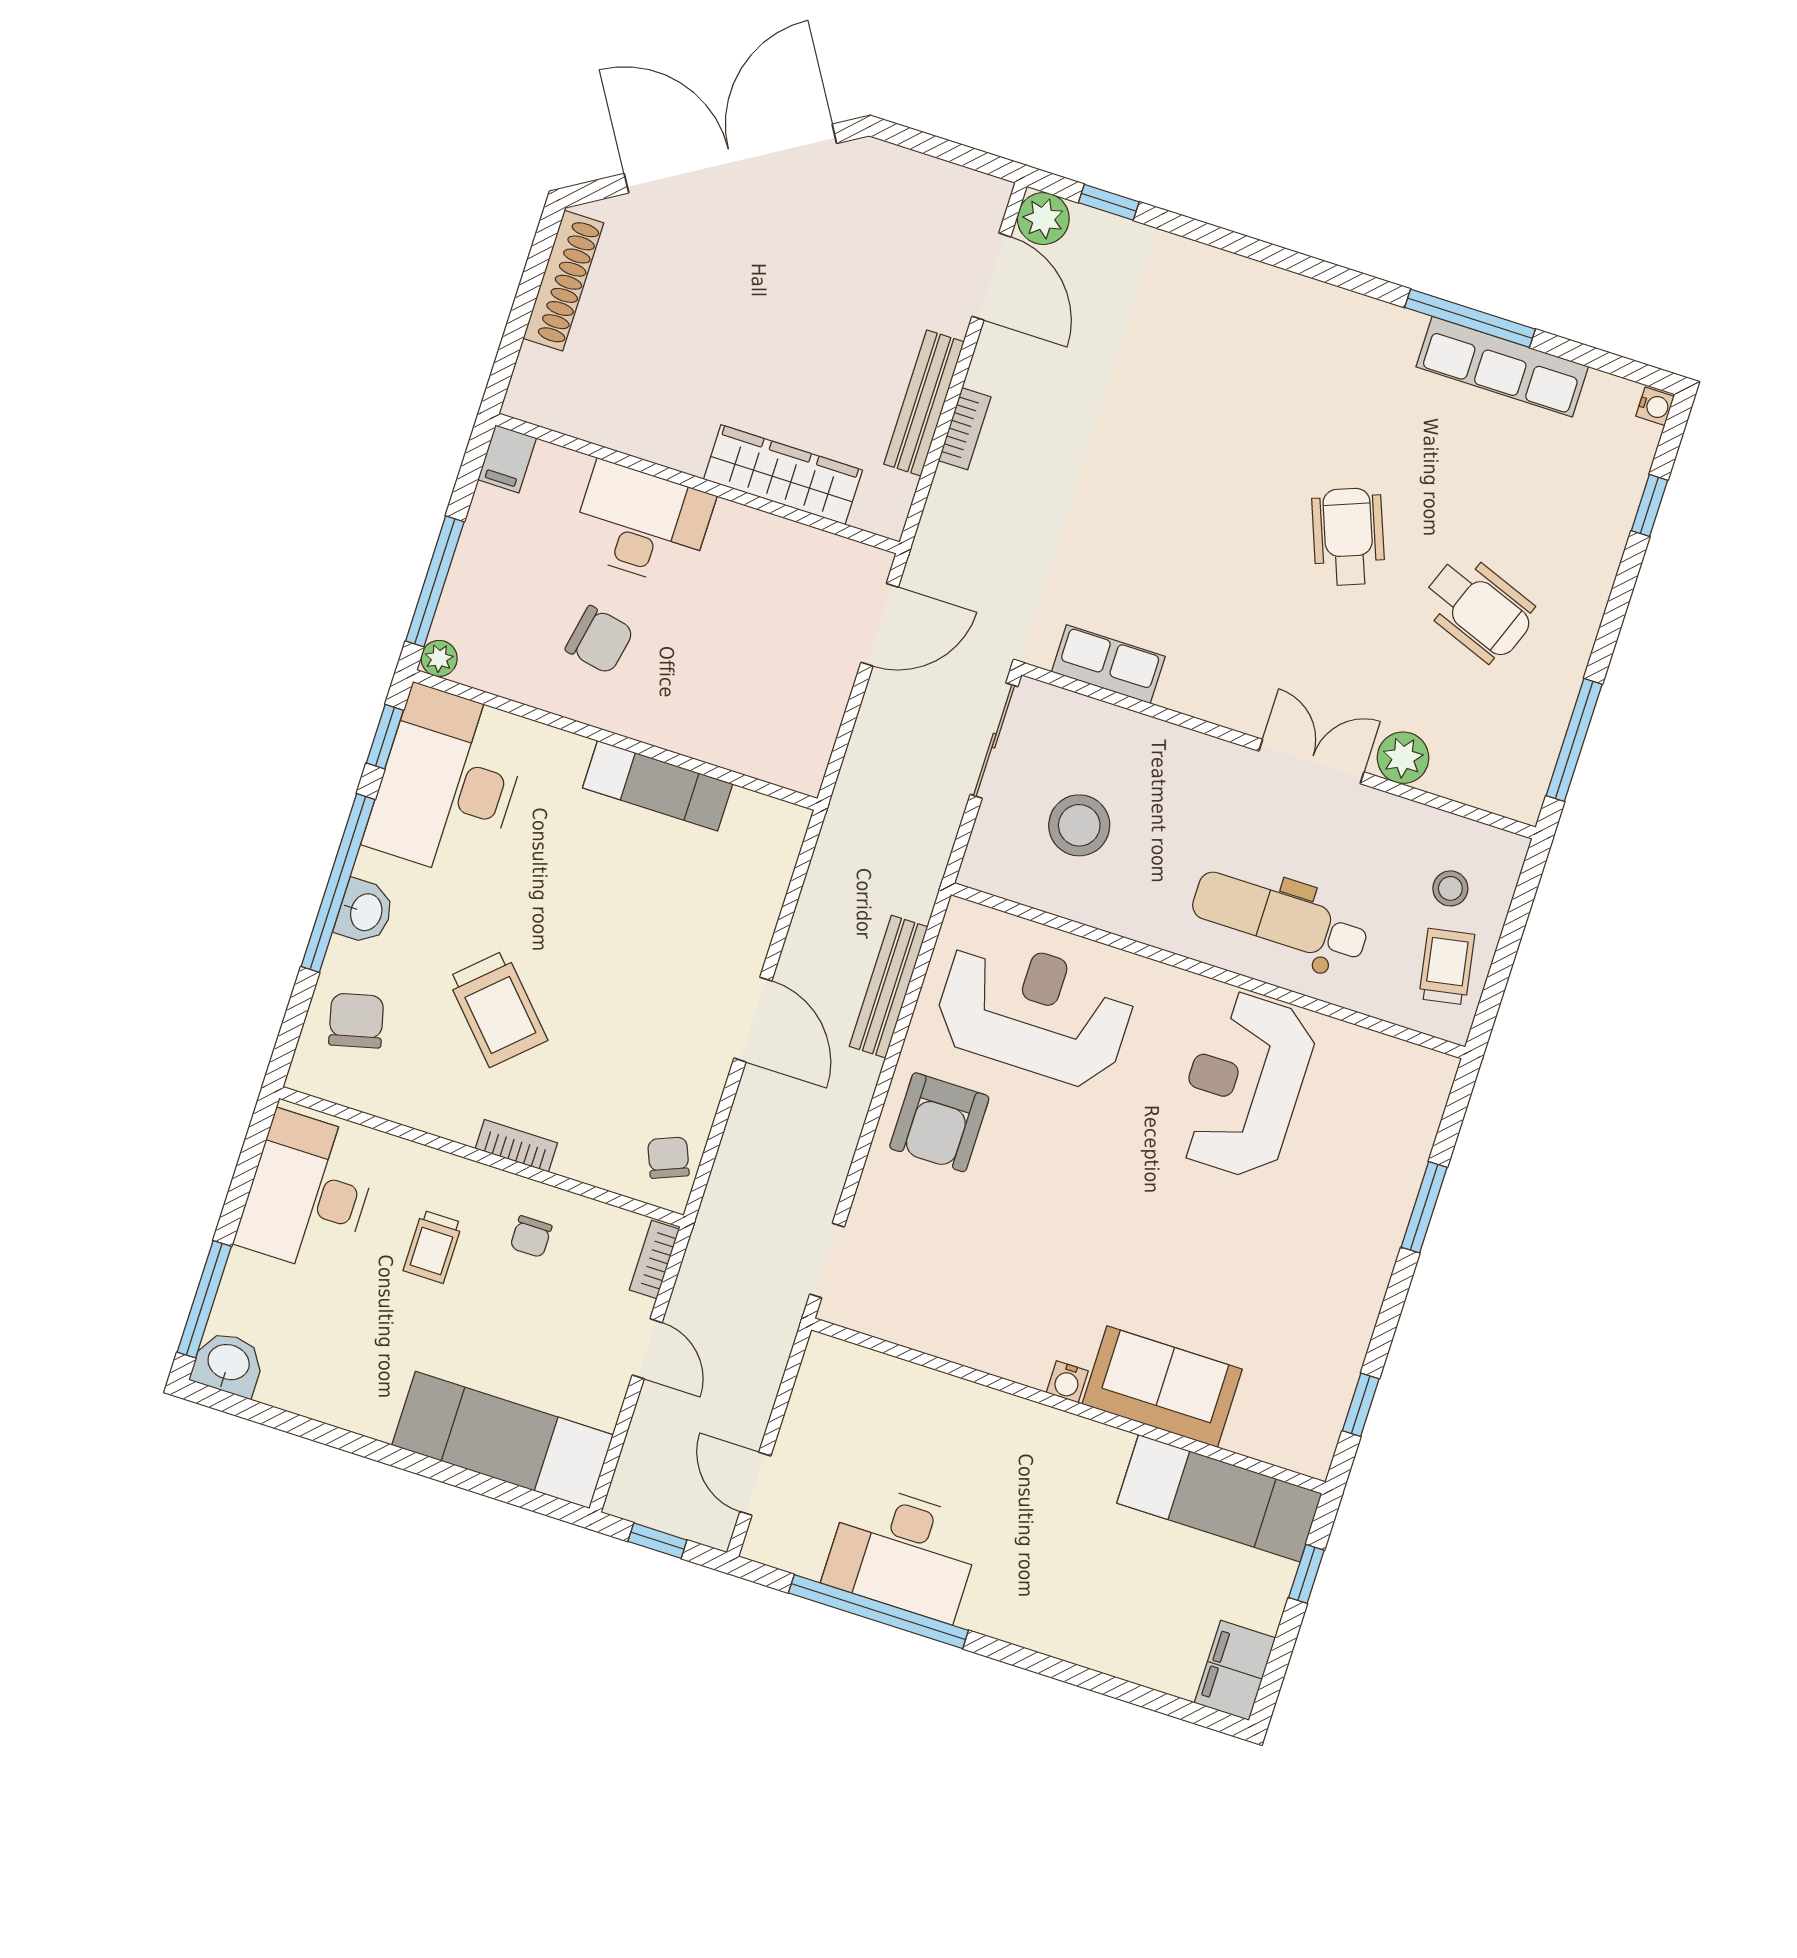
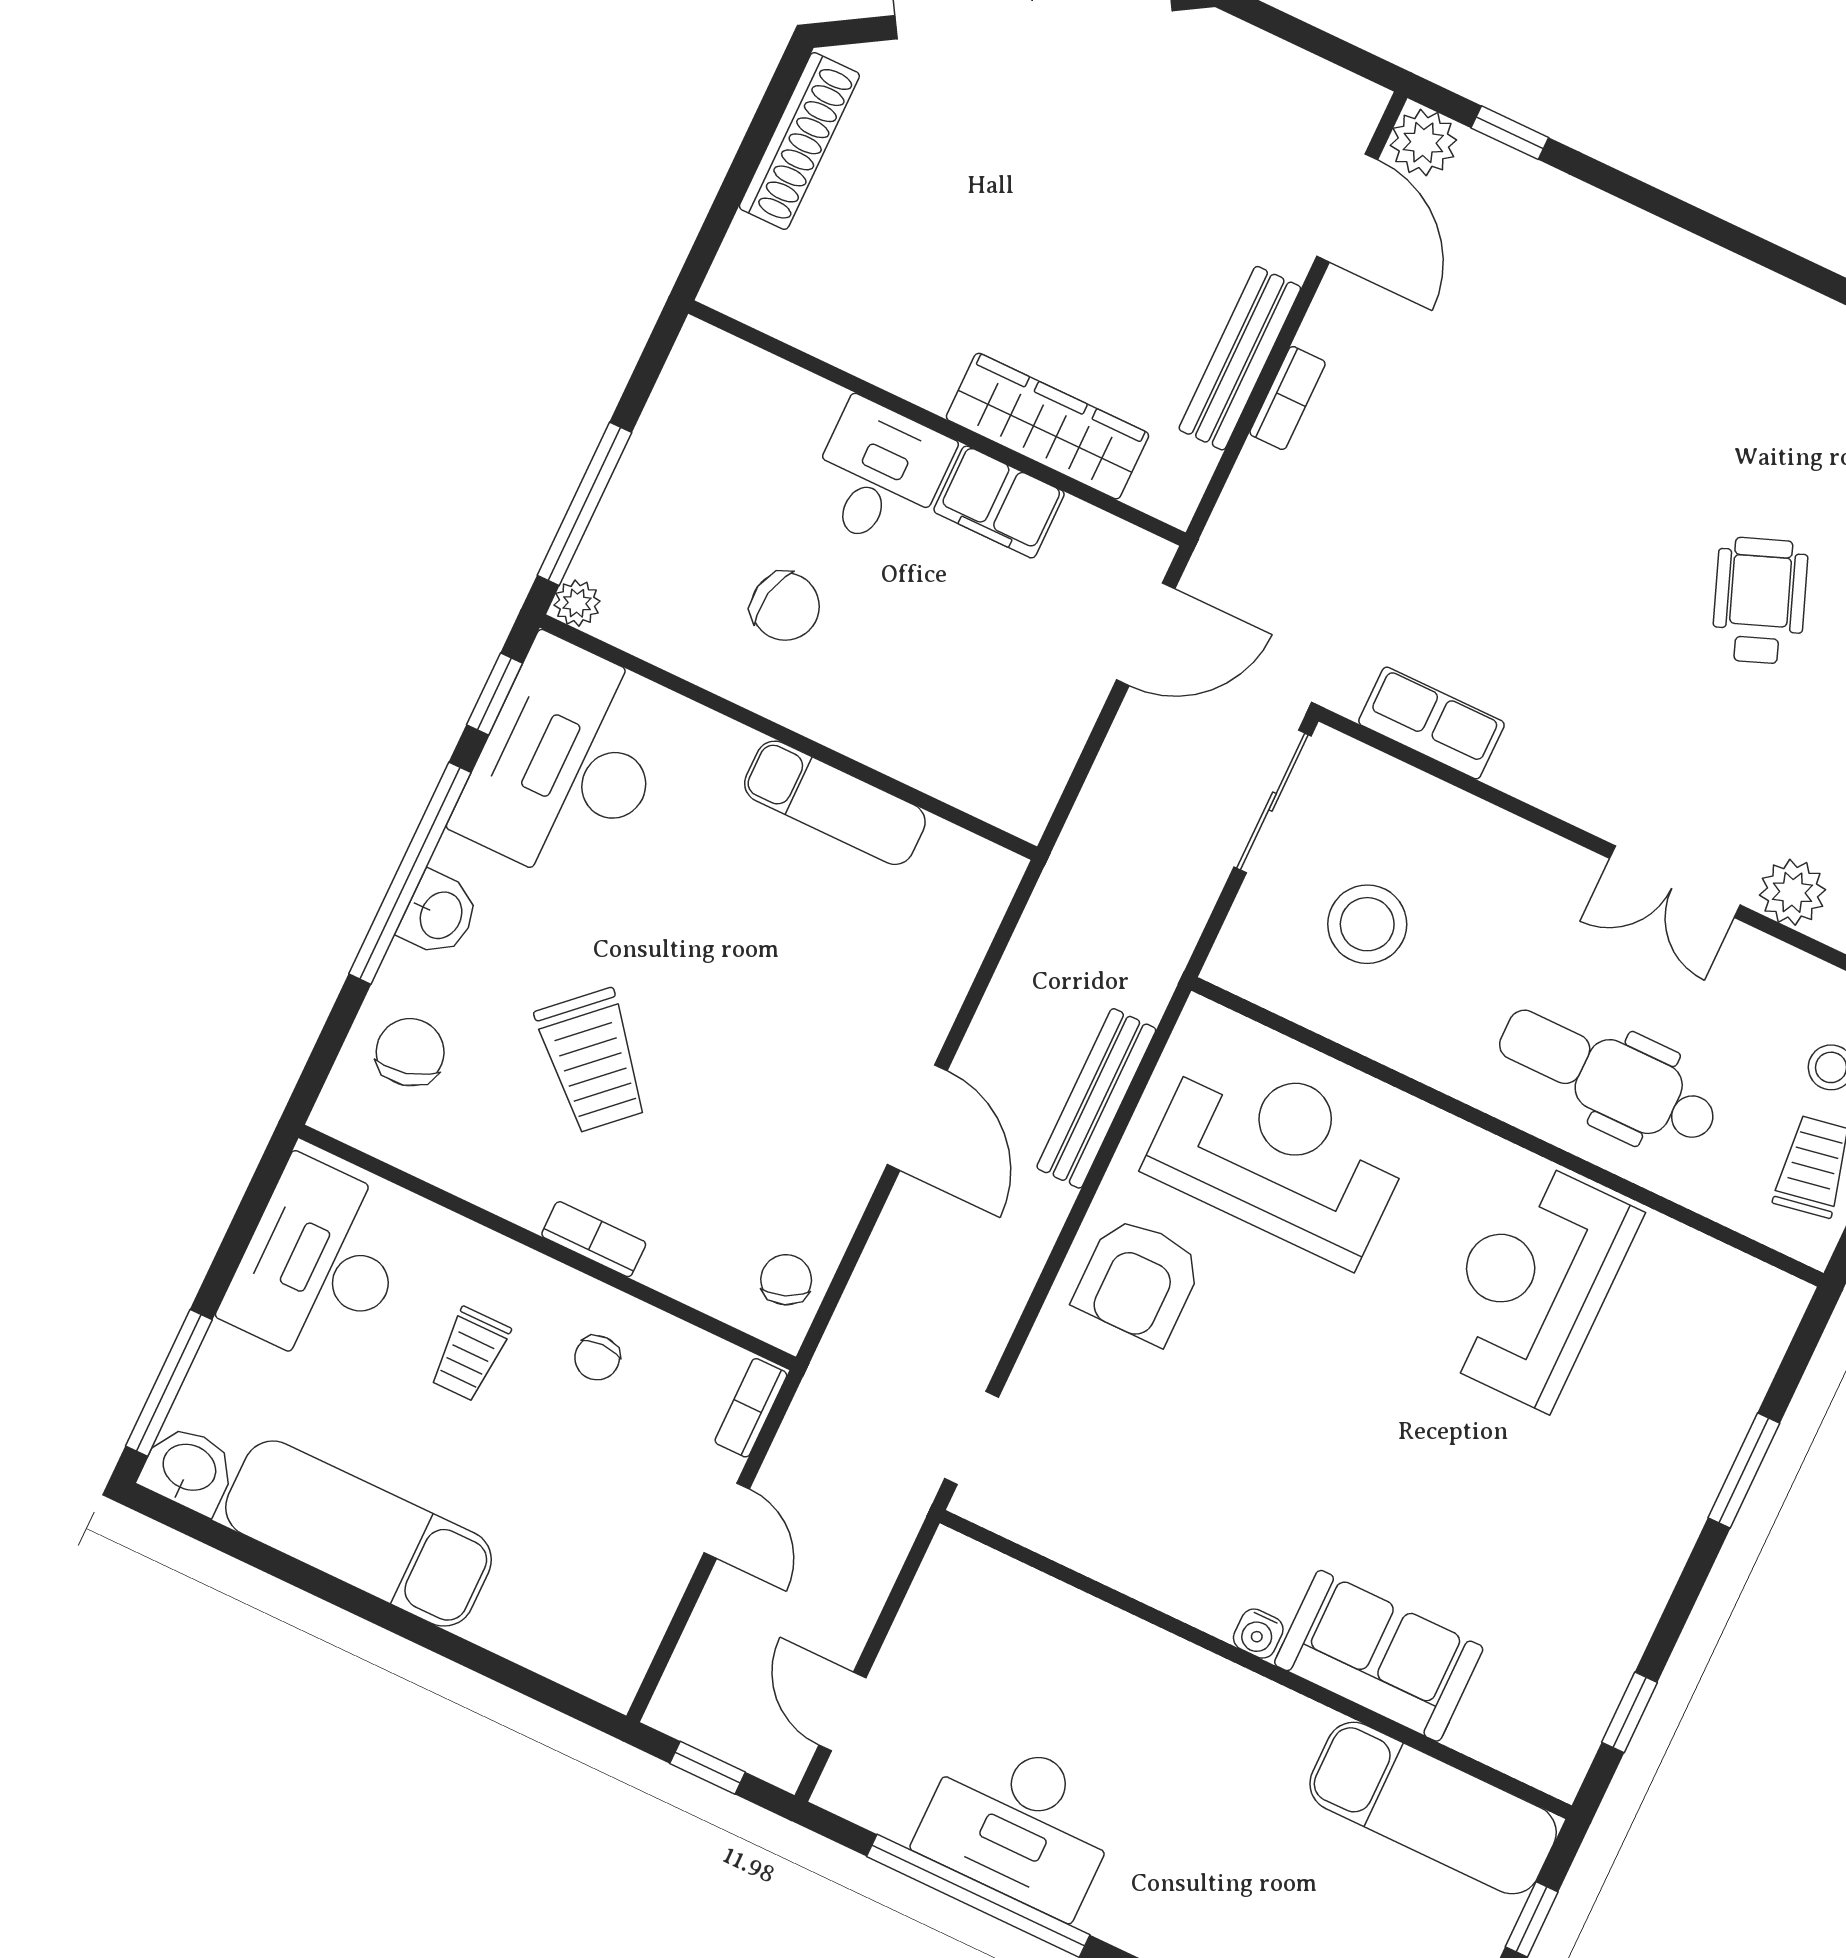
filing cabinet: (507, 459) -> (999, 502), moved, width x2.00
desk: (642, 524) -> (879, 475), width x0.73
double door: (1311, 761) -> (1675, 882), swing flipped
exam couch: (503, 1440) -> (359, 1534), moved

